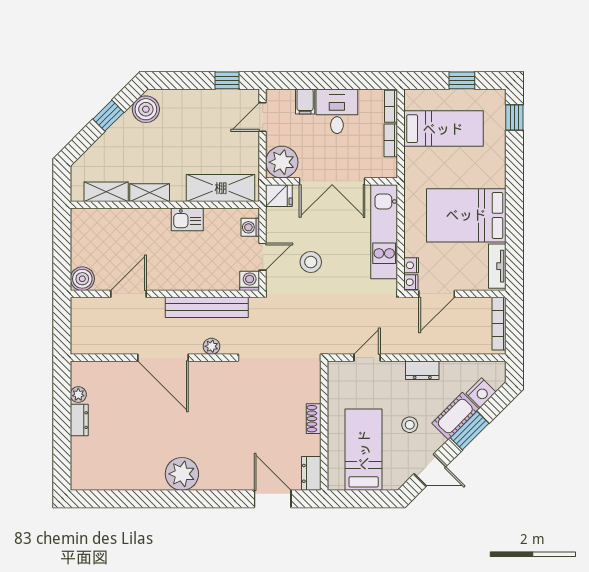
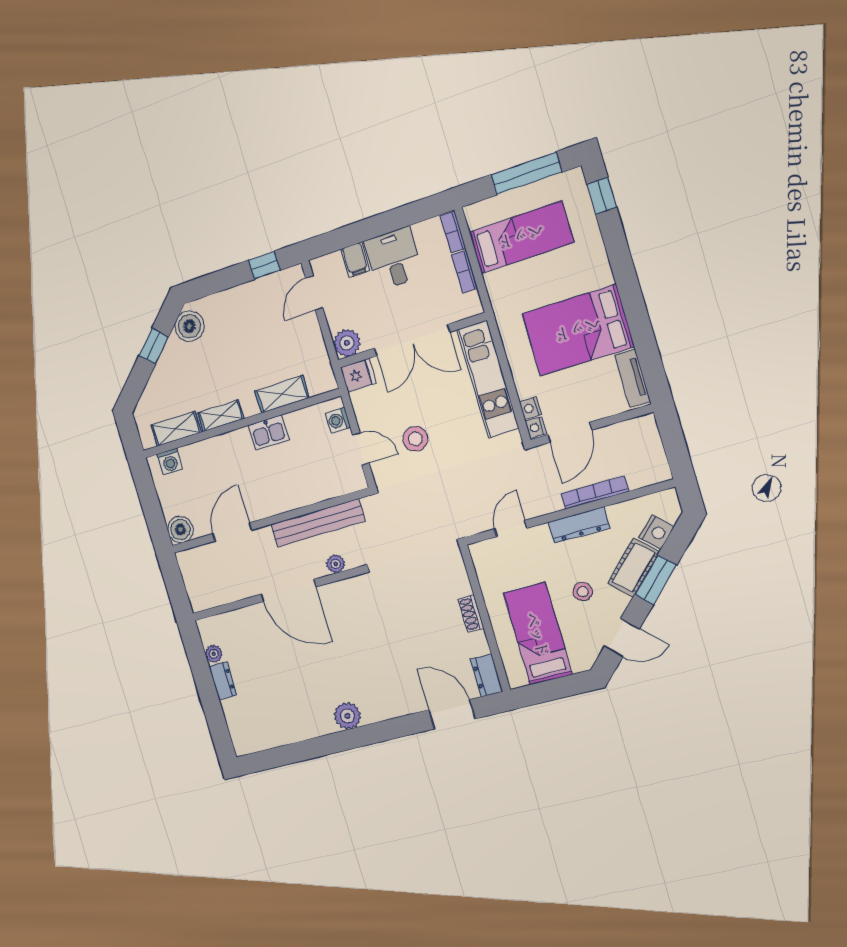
window: (462, 80) -> (526, 173), width x2.17
plant: (282, 162) -> (347, 343), width x0.73, depth x0.73
shelving: (221, 188) -> (282, 394), width x0.67, depth x0.75
door: (263, 257) -> (361, 449), hinge flipped
washing machine: (250, 281) -> (170, 461), moved, turned 180
bookcase: (499, 324) -> (595, 493), moved, turned 90
dresser: (422, 370) -> (579, 525), width x1.44
plant: (182, 474) -> (347, 716), width x0.73, depth x0.73

